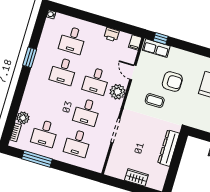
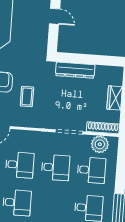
plant: (118, 92) -> (100, 144), moved
shoe rack: (112, 161) -> (103, 128), added

